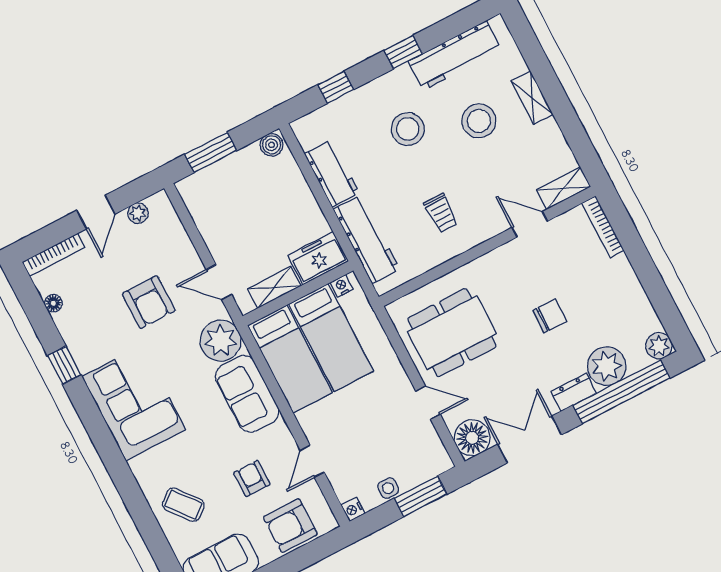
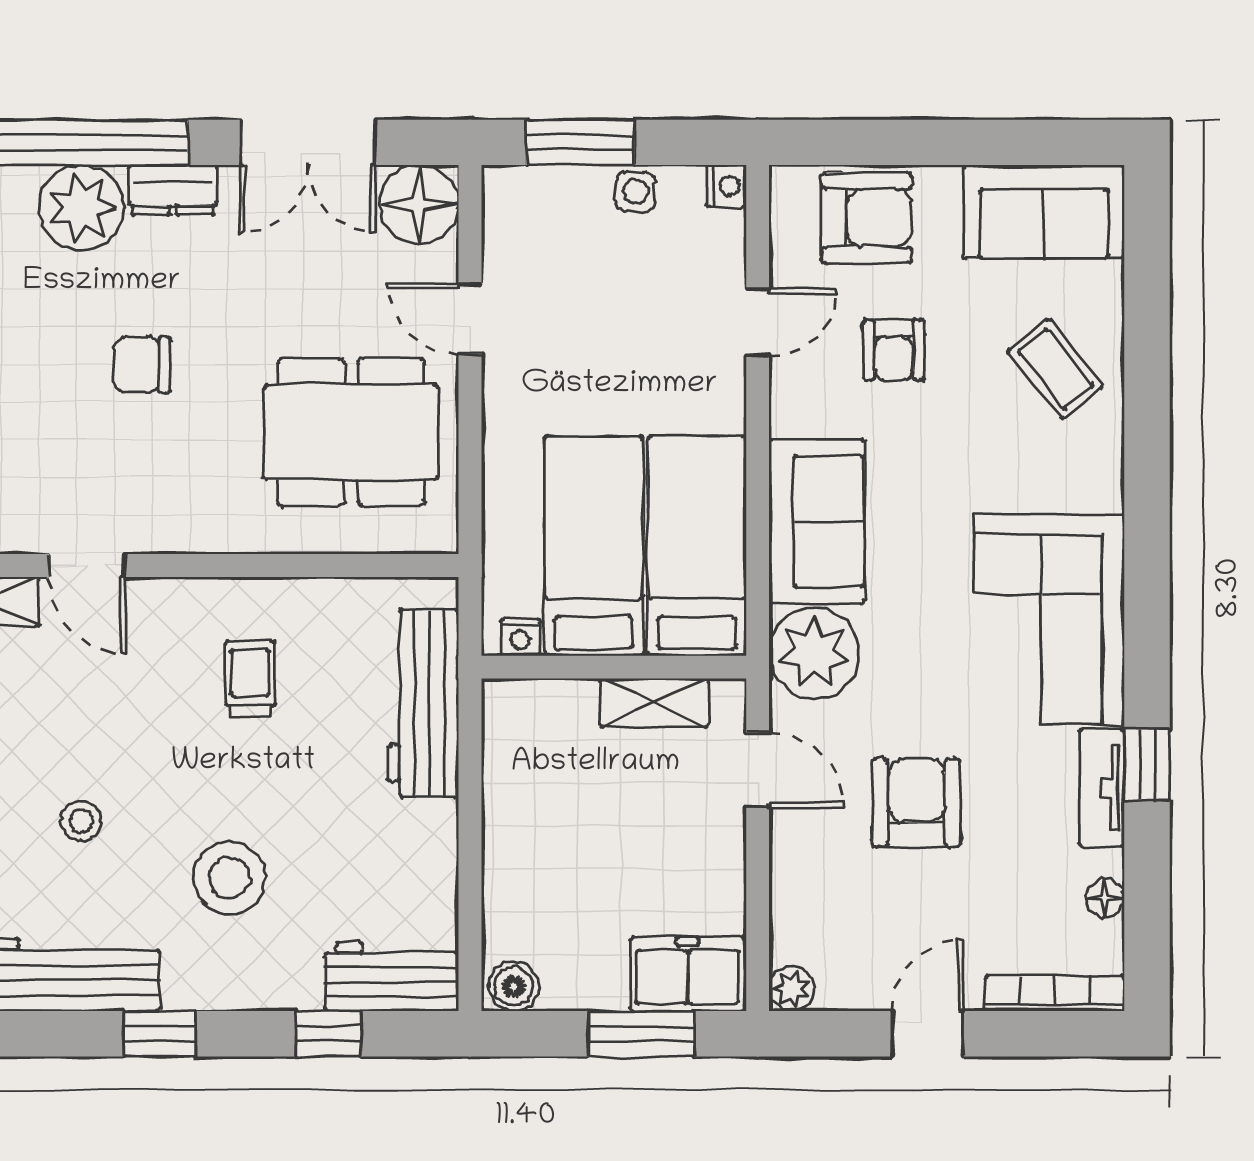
stool: (479, 121) -> (81, 821), width x0.53, depth x0.53
workbench: (332, 173) -> (392, 977), moved, turned 90
plant: (138, 213) -> (792, 989), moved
freezer: (318, 258) -> (688, 974), moved, turned 180
tv unit: (77, 347) -> (1102, 788), added

